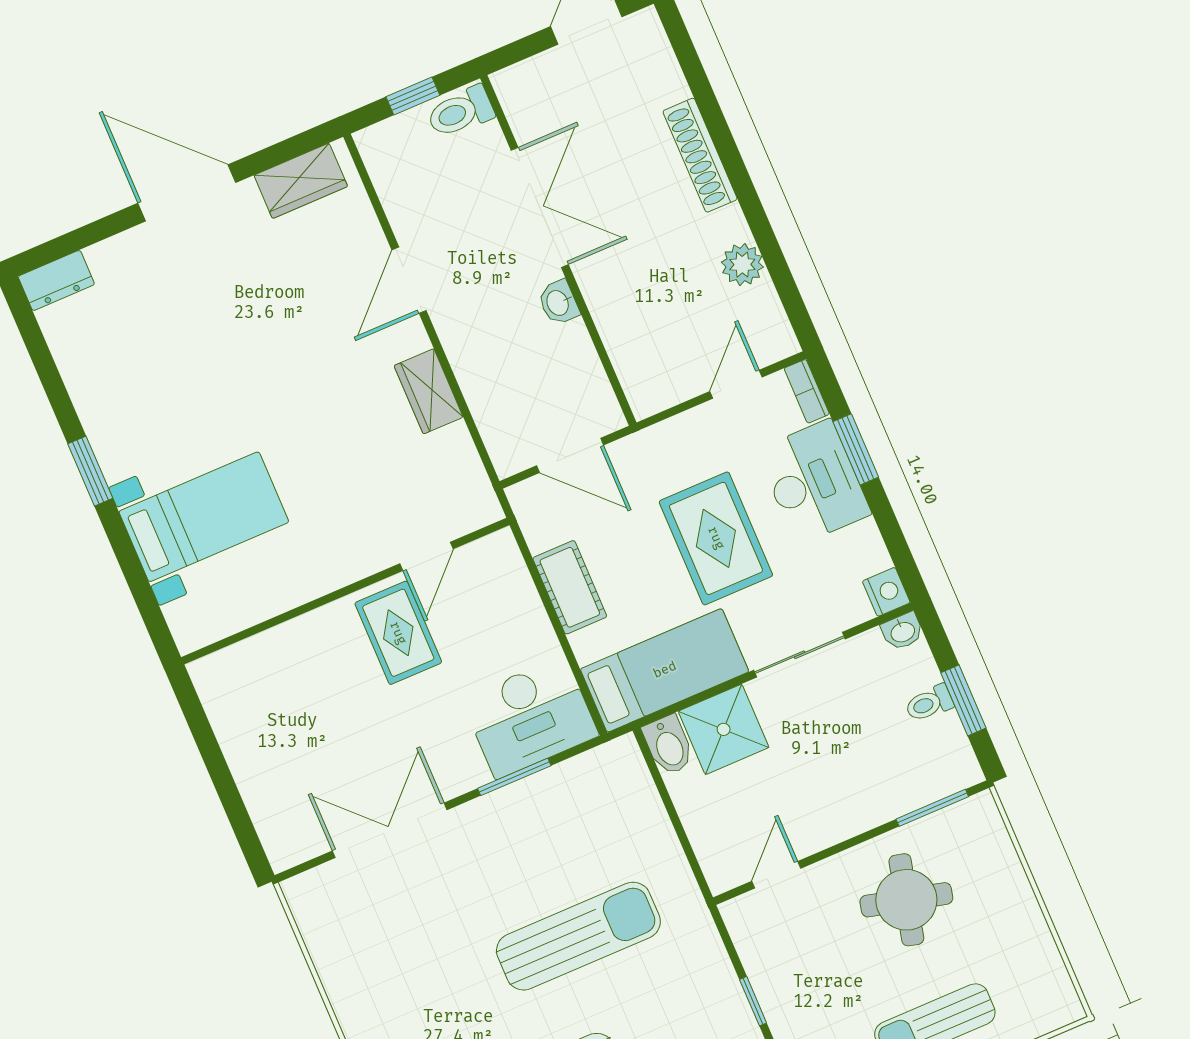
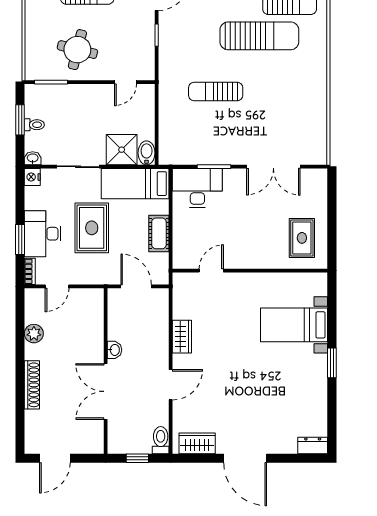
toilet: (460, 112) -> (161, 440), moved, turned -90
rug: (398, 633) -> (302, 238), moved
sun lounger: (578, 936) -> (216, 92), width x0.73, depth x0.75

